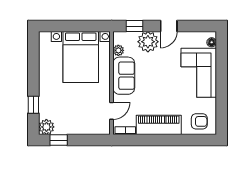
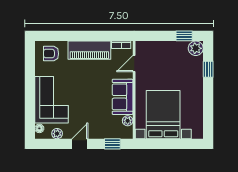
plant: (148, 42) -> (57, 134), moved, width x0.53, depth x0.53

